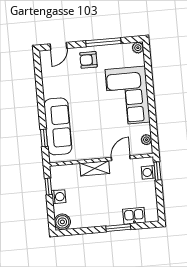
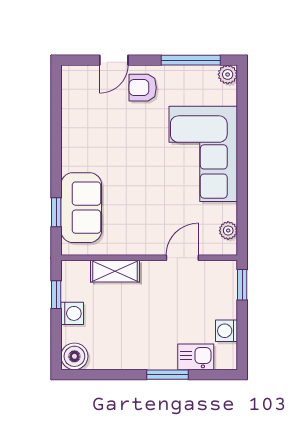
window: (103, 42) -> (191, 60), moved
door: (59, 46) -> (114, 60), moved
sofa: (58, 126) -> (81, 208), width x0.73
shelving: (95, 168) -> (115, 271), moved
washing machine: (148, 172) -> (226, 331), moved

